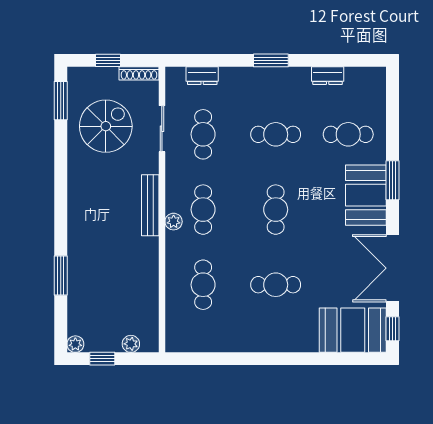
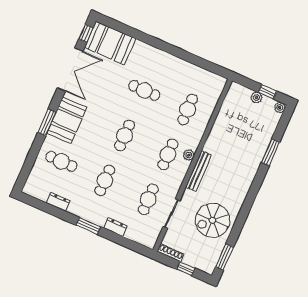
dresser: (202, 76) -> (115, 227), moved
spiral stairs: (106, 126) -> (212, 220), moved
cafe table: (276, 134) -> (105, 180), turned 90
plant: (131, 344) -> (256, 97), moved

